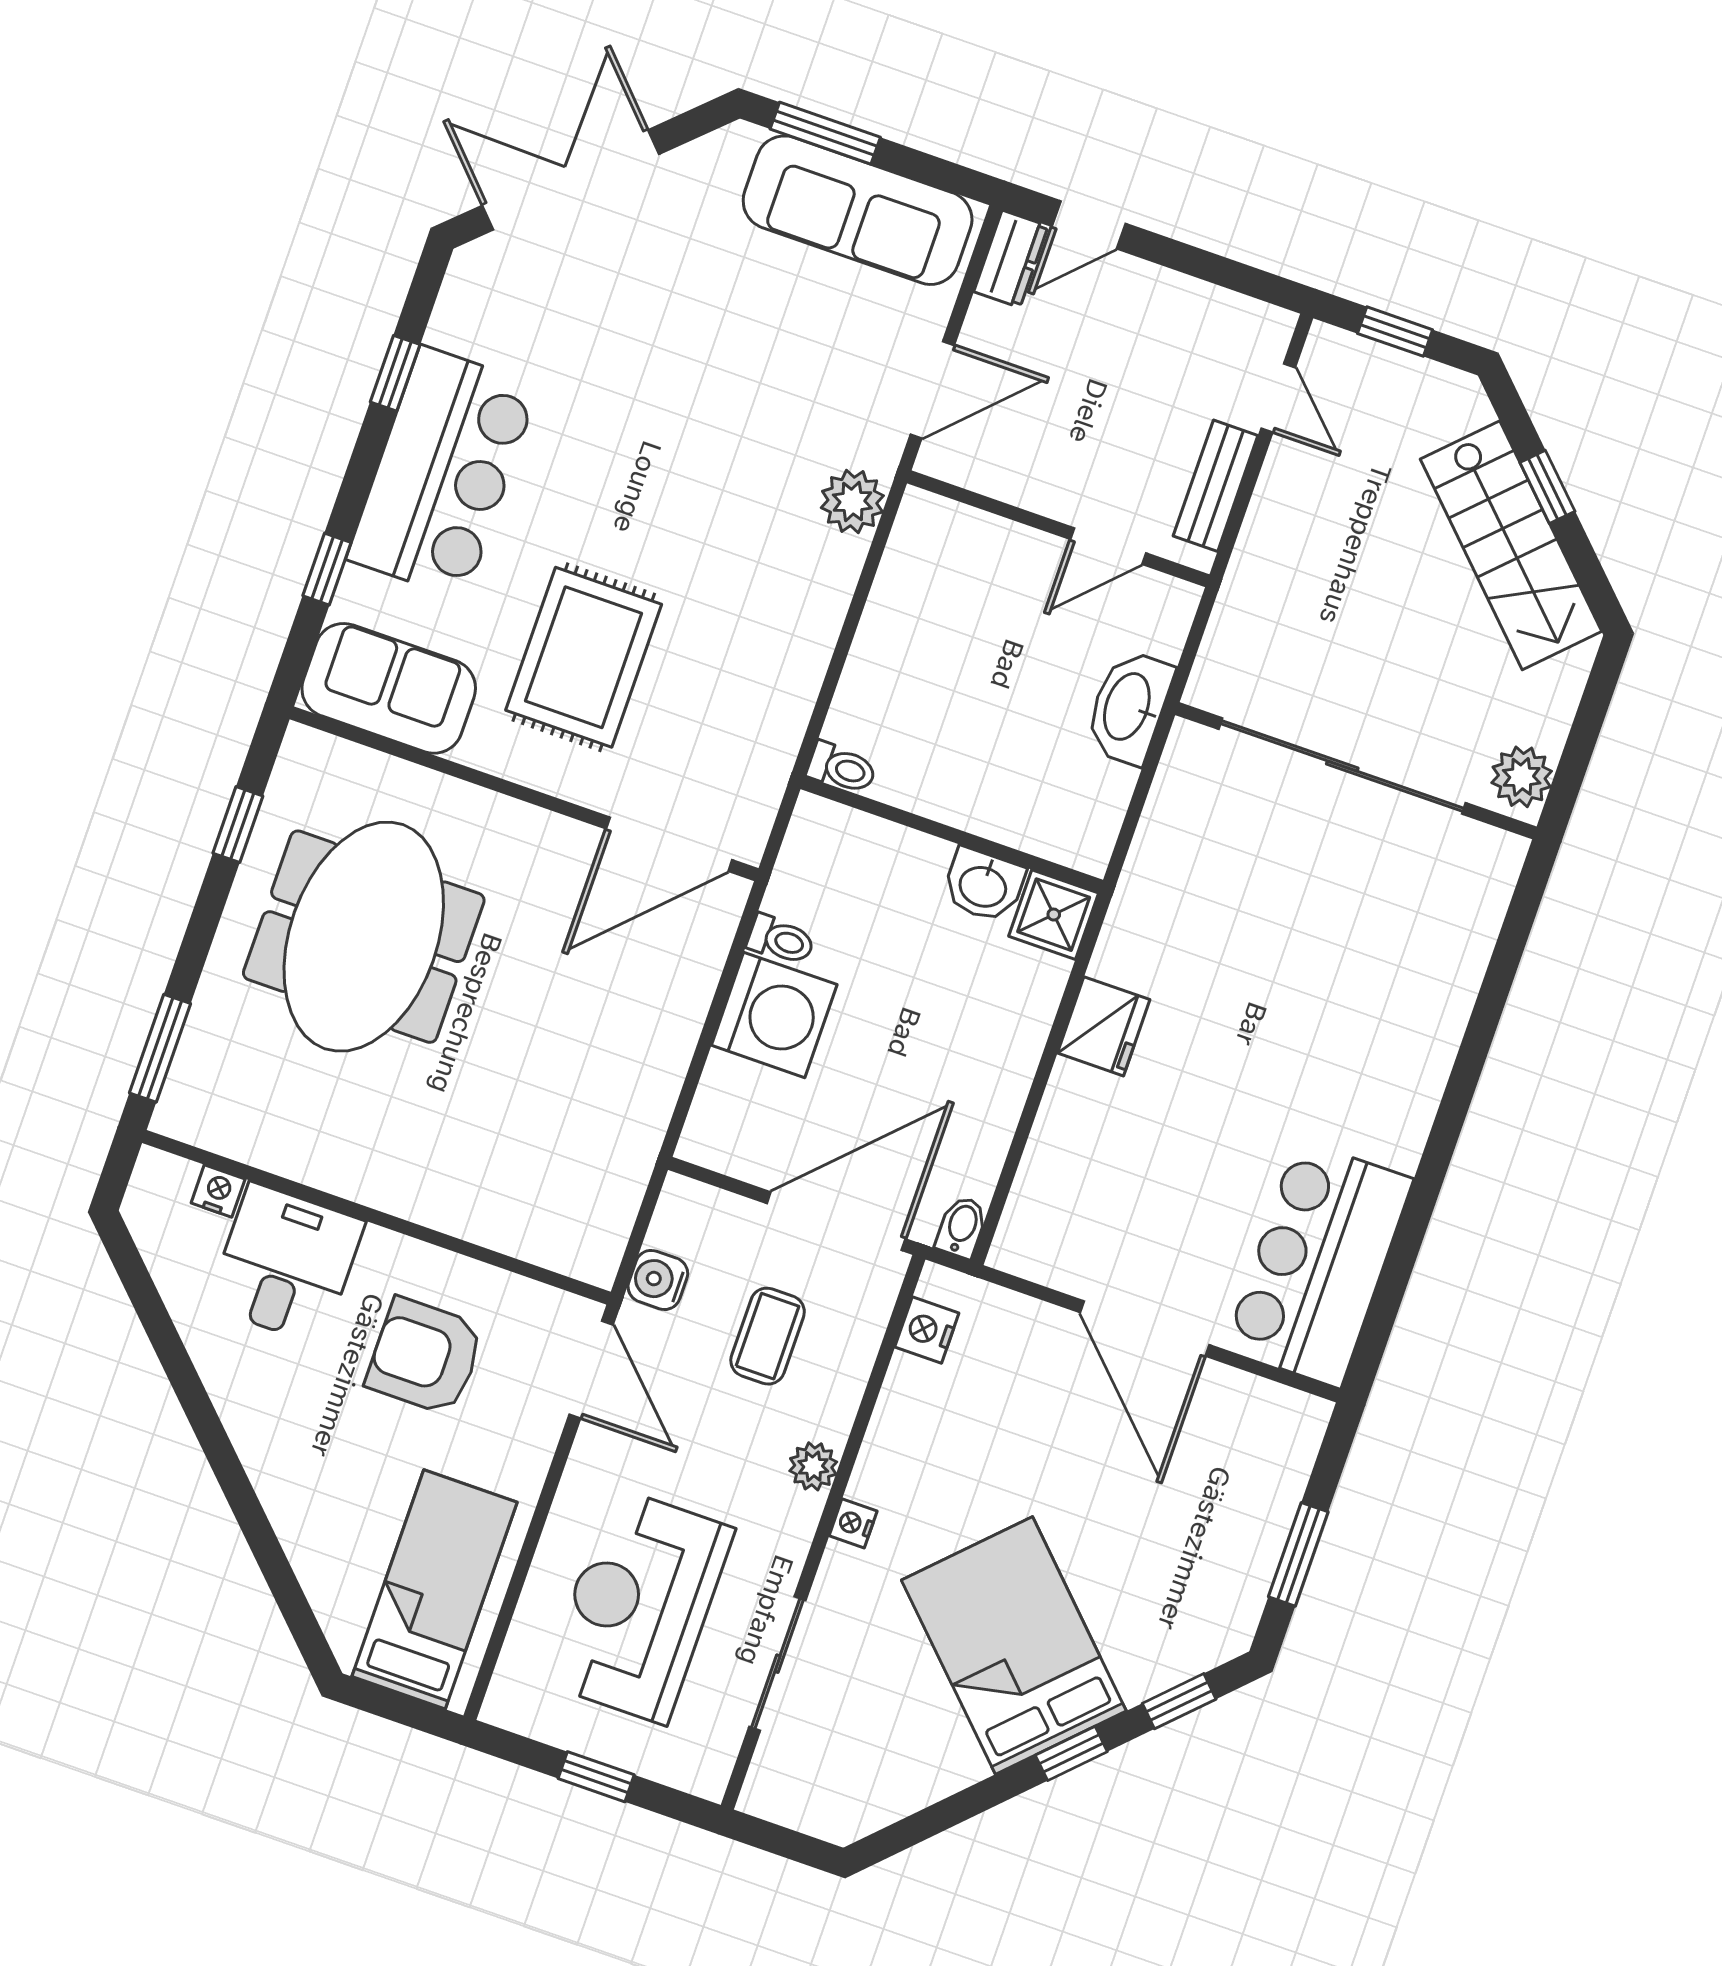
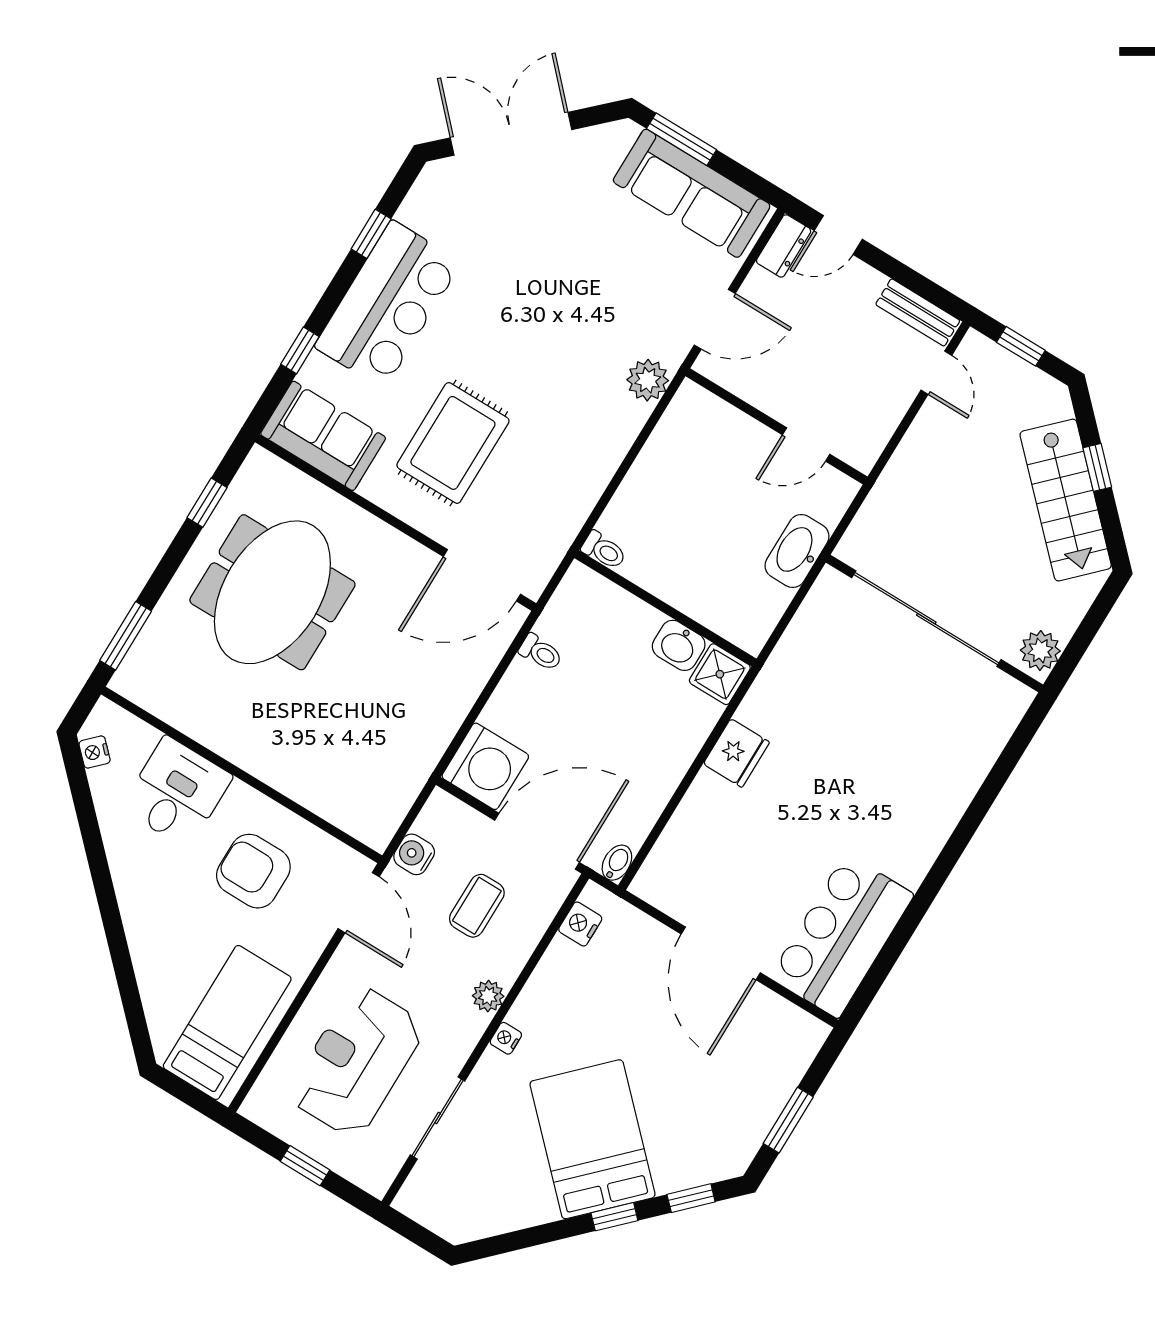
bench: (1216, 486) -> (918, 312), moved, turned 90
washing machine: (774, 1015) -> (485, 766), moved
nightstand: (218, 1191) -> (95, 752), moved, turned -135

